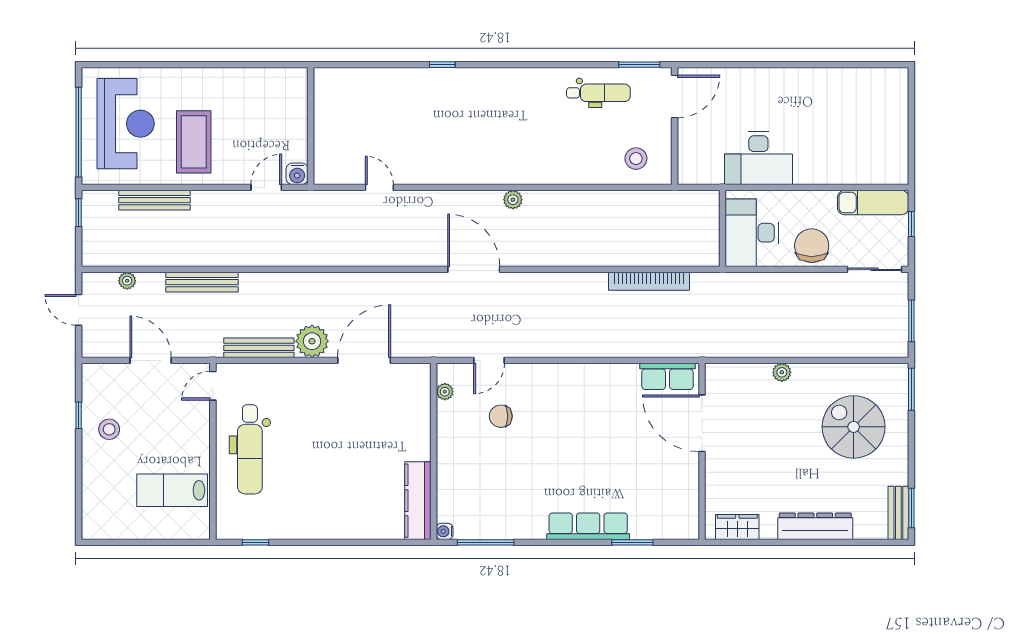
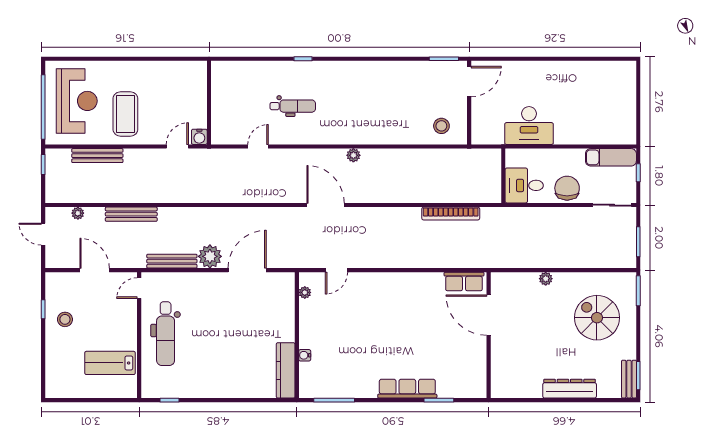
dental chair: (598, 93) -> (293, 106), moved
door: (379, 187) -> (258, 147), hinge flipped
desk: (752, 233) -> (524, 185), width x0.73
chair: (501, 416) -> (345, 310), removed
wardrobe: (737, 527) -> (514, 389), removed
water cooler: (445, 531) -> (305, 355), moved

